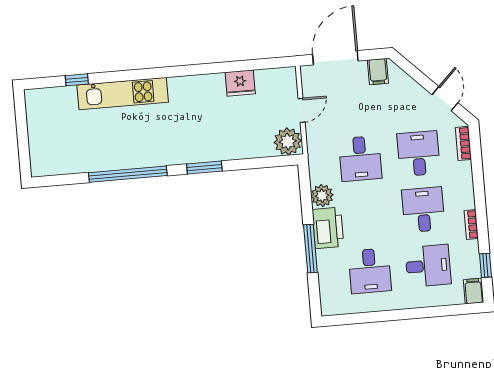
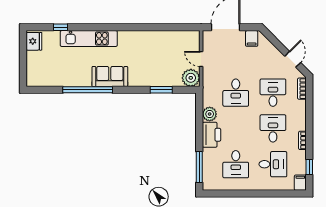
fridge: (240, 83) -> (34, 41), moved, turned -90
door: (302, 110) -> (201, 59), swing flipped
sofa: (161, 150) -> (110, 77), added
window: (204, 168) -> (161, 90), moved
window: (310, 249) -> (199, 167), moved

